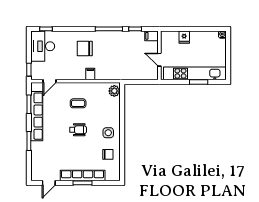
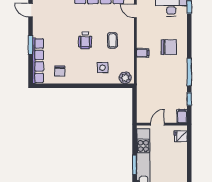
fridge: (184, 37) -> (181, 136), moved
chair: (85, 49) -> (169, 47), turned 90
side table: (108, 133) -> (103, 68), moved
row of seats: (83, 175) -> (38, 61), moved

